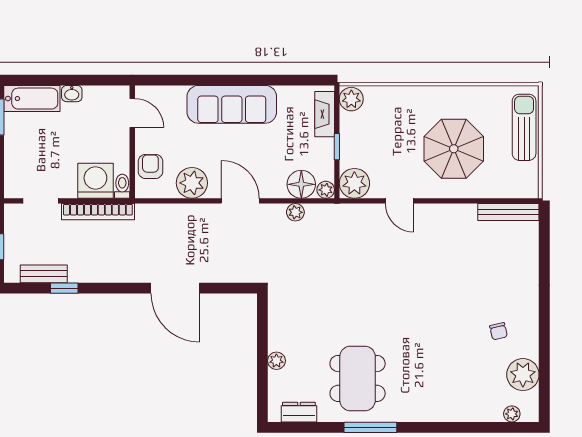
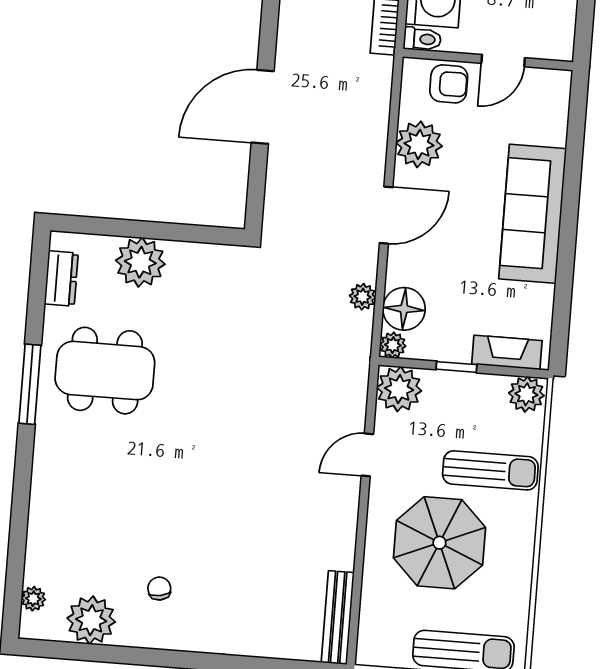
door: (132, 113) -> (503, 61), moved
sun lounger: (403, 119) -> (490, 470), added
chair: (499, 331) -> (159, 588), turned 92
plant: (276, 361) -> (140, 262), width x1.87, depth x1.87

